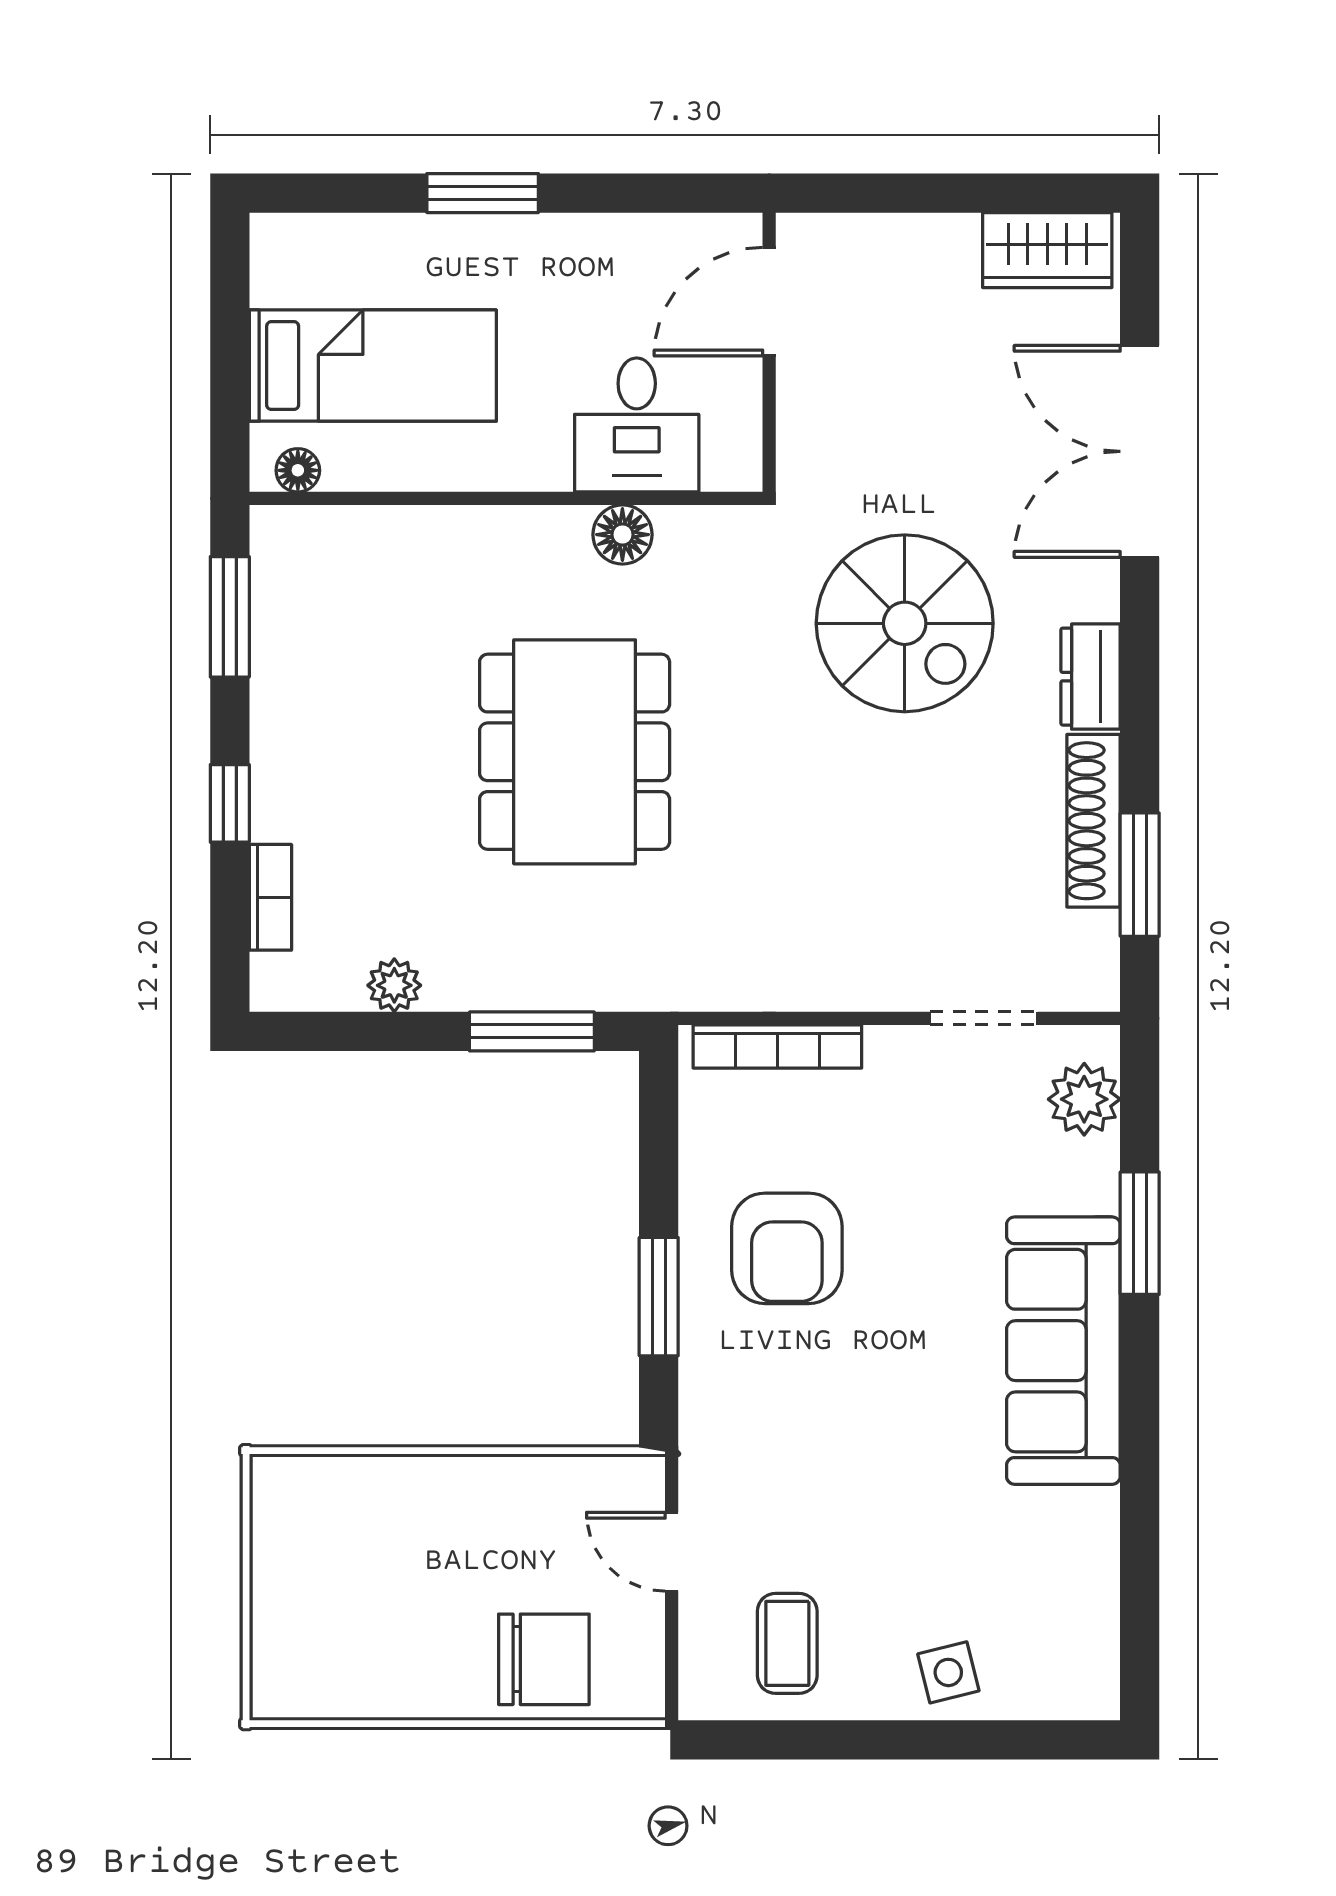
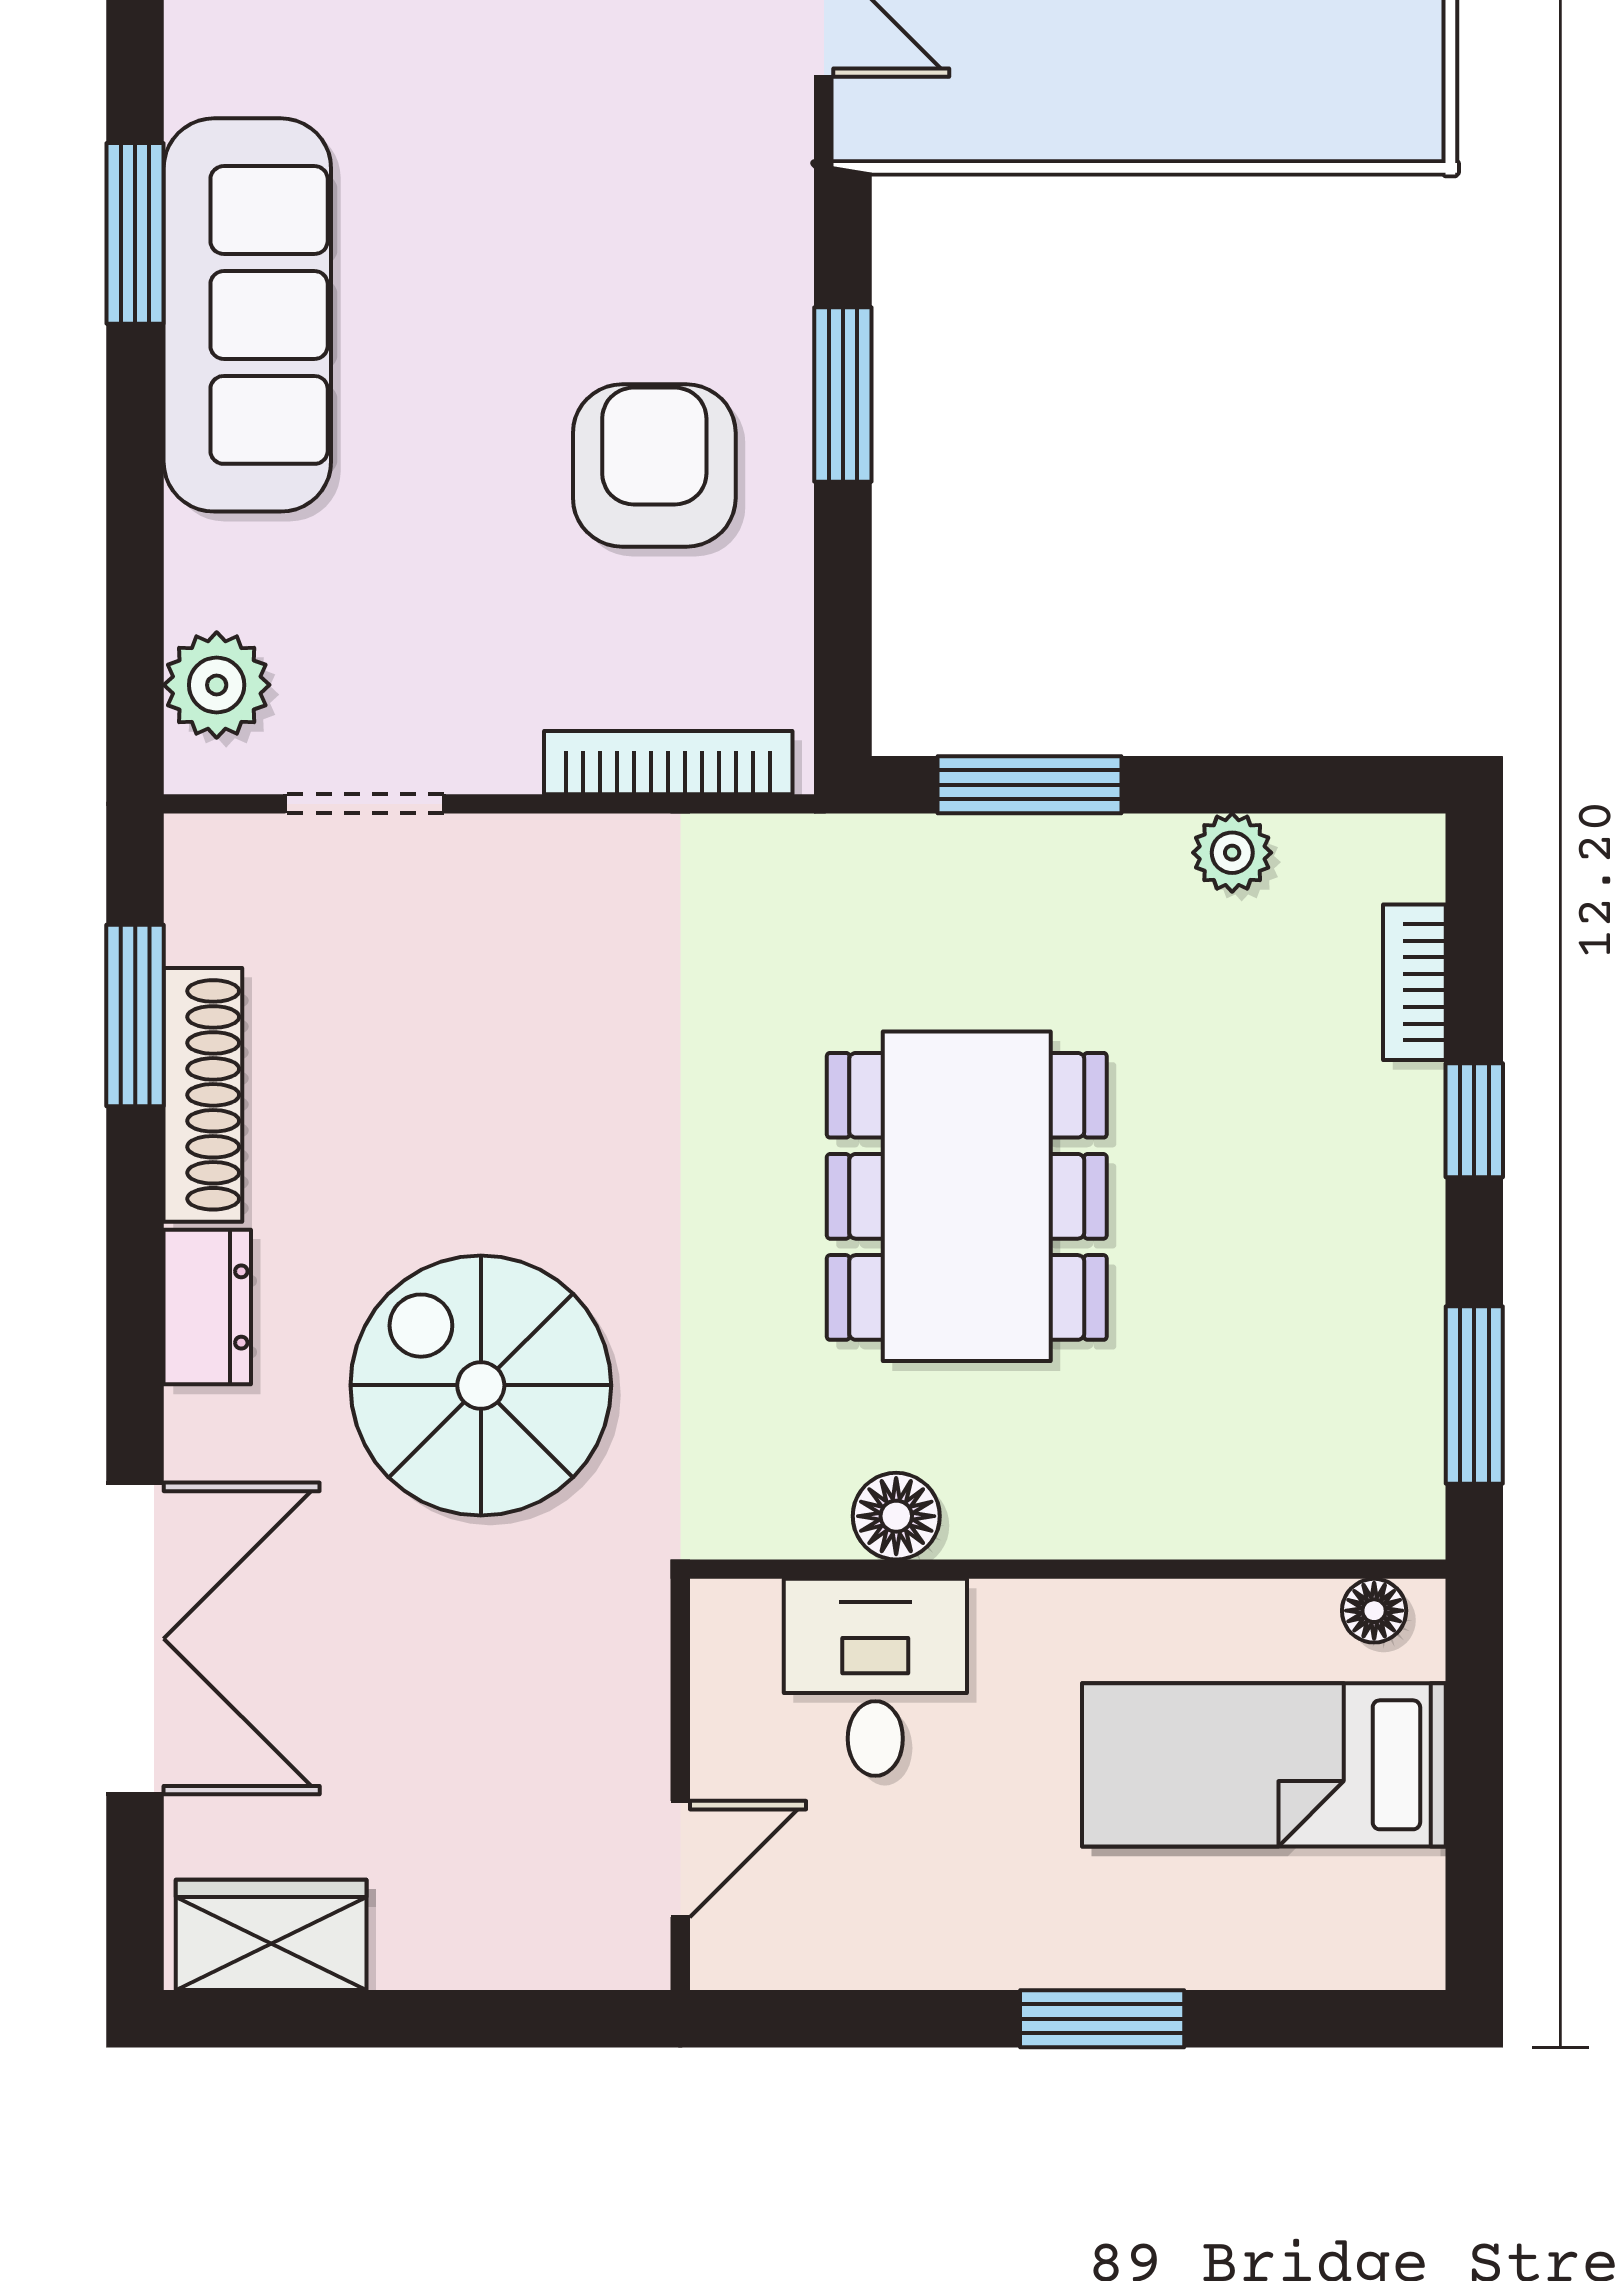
door: (769, 302) -> (680, 1859), width x0.73
window: (1140, 1233) -> (135, 233), moved

